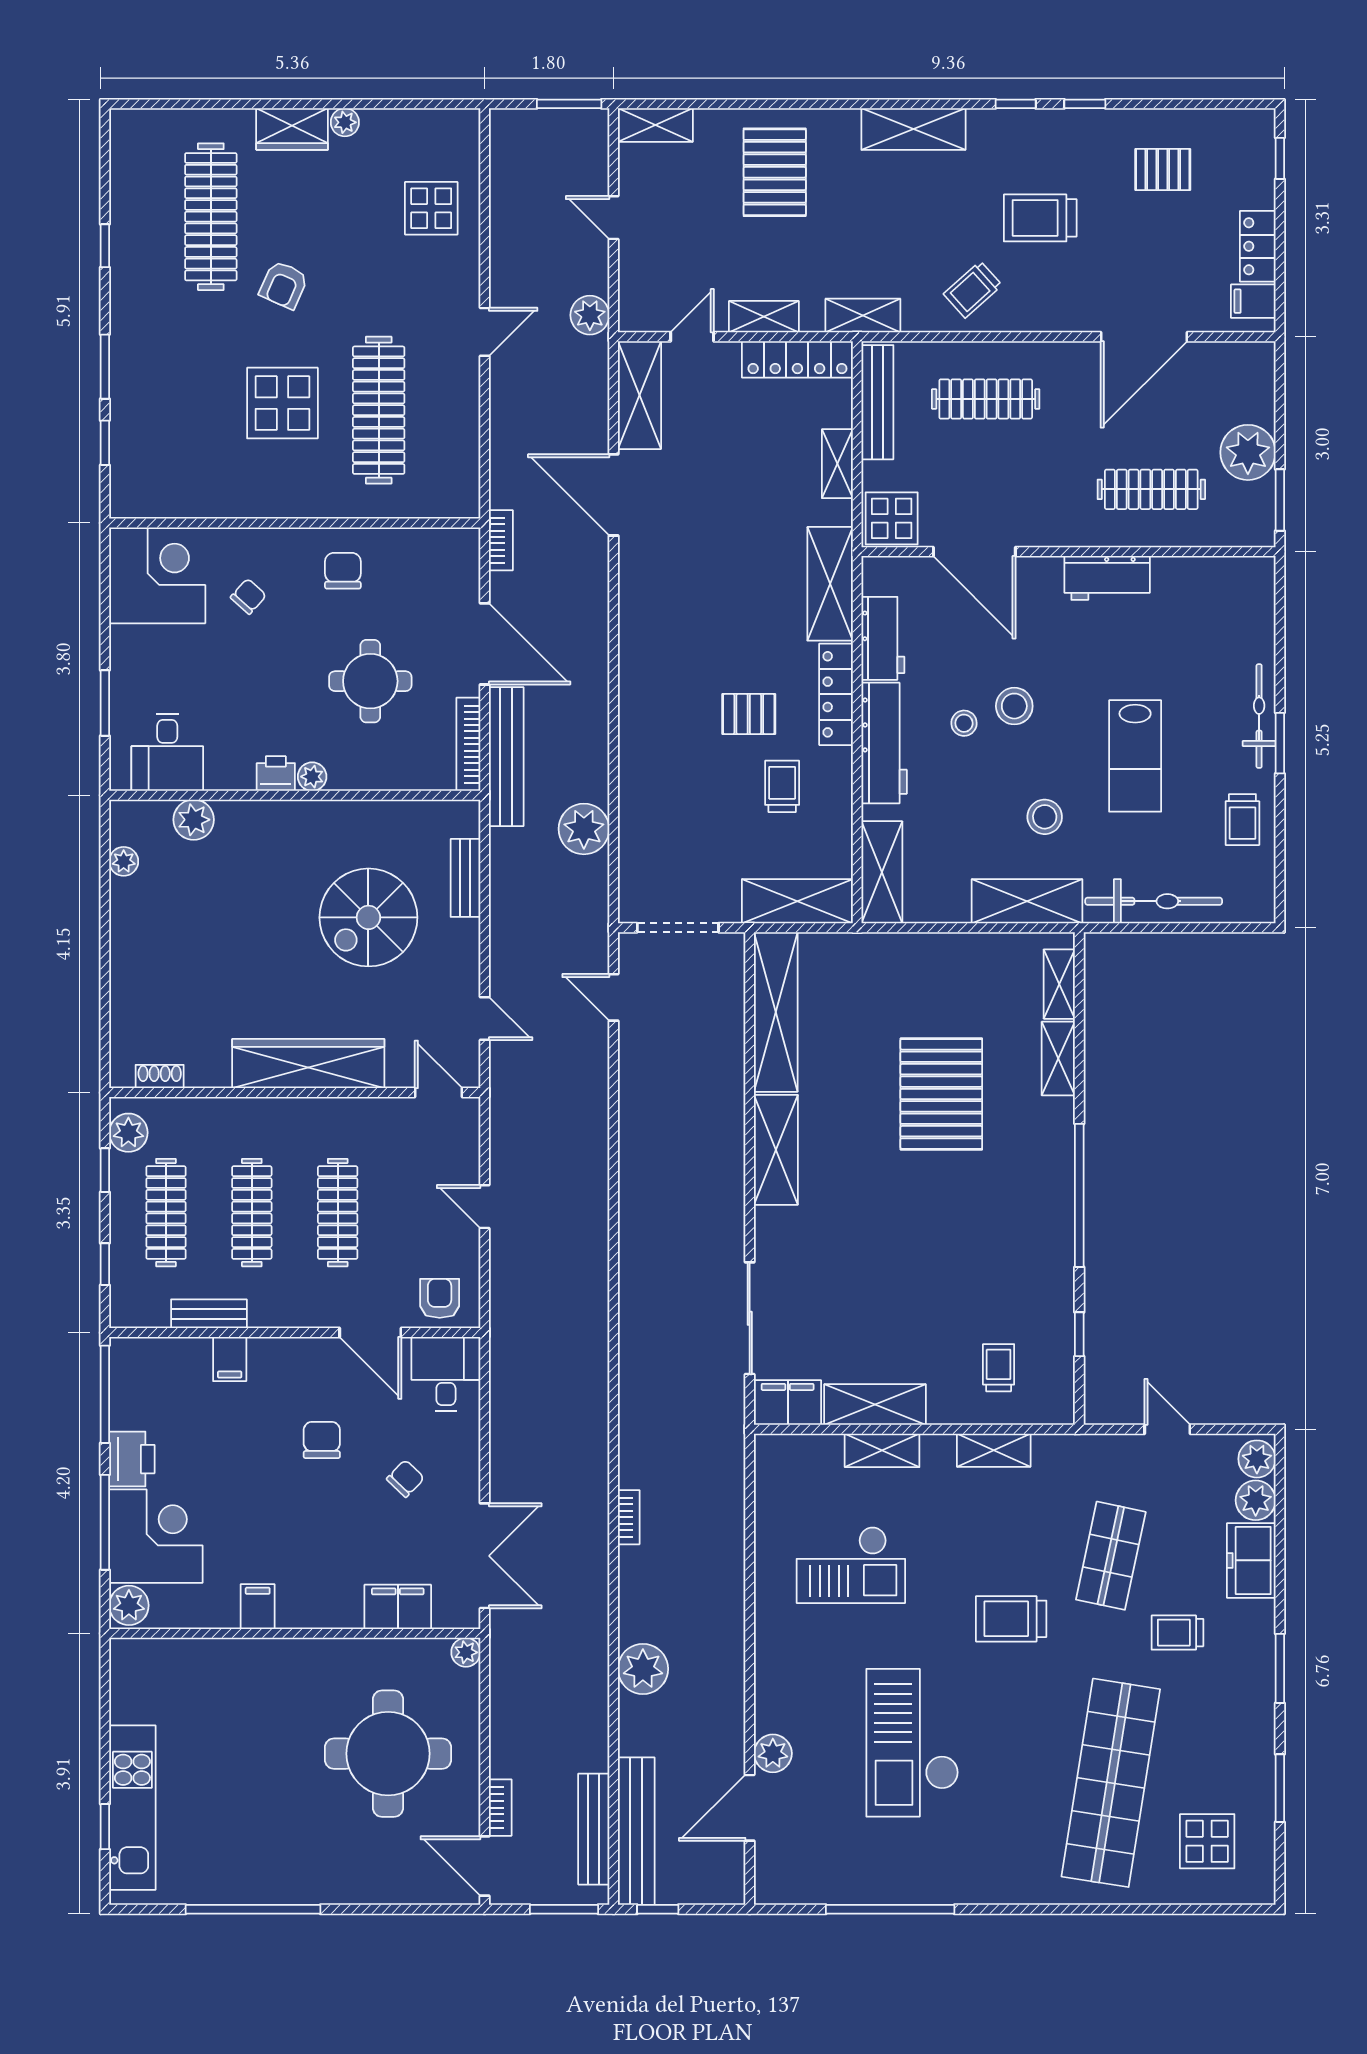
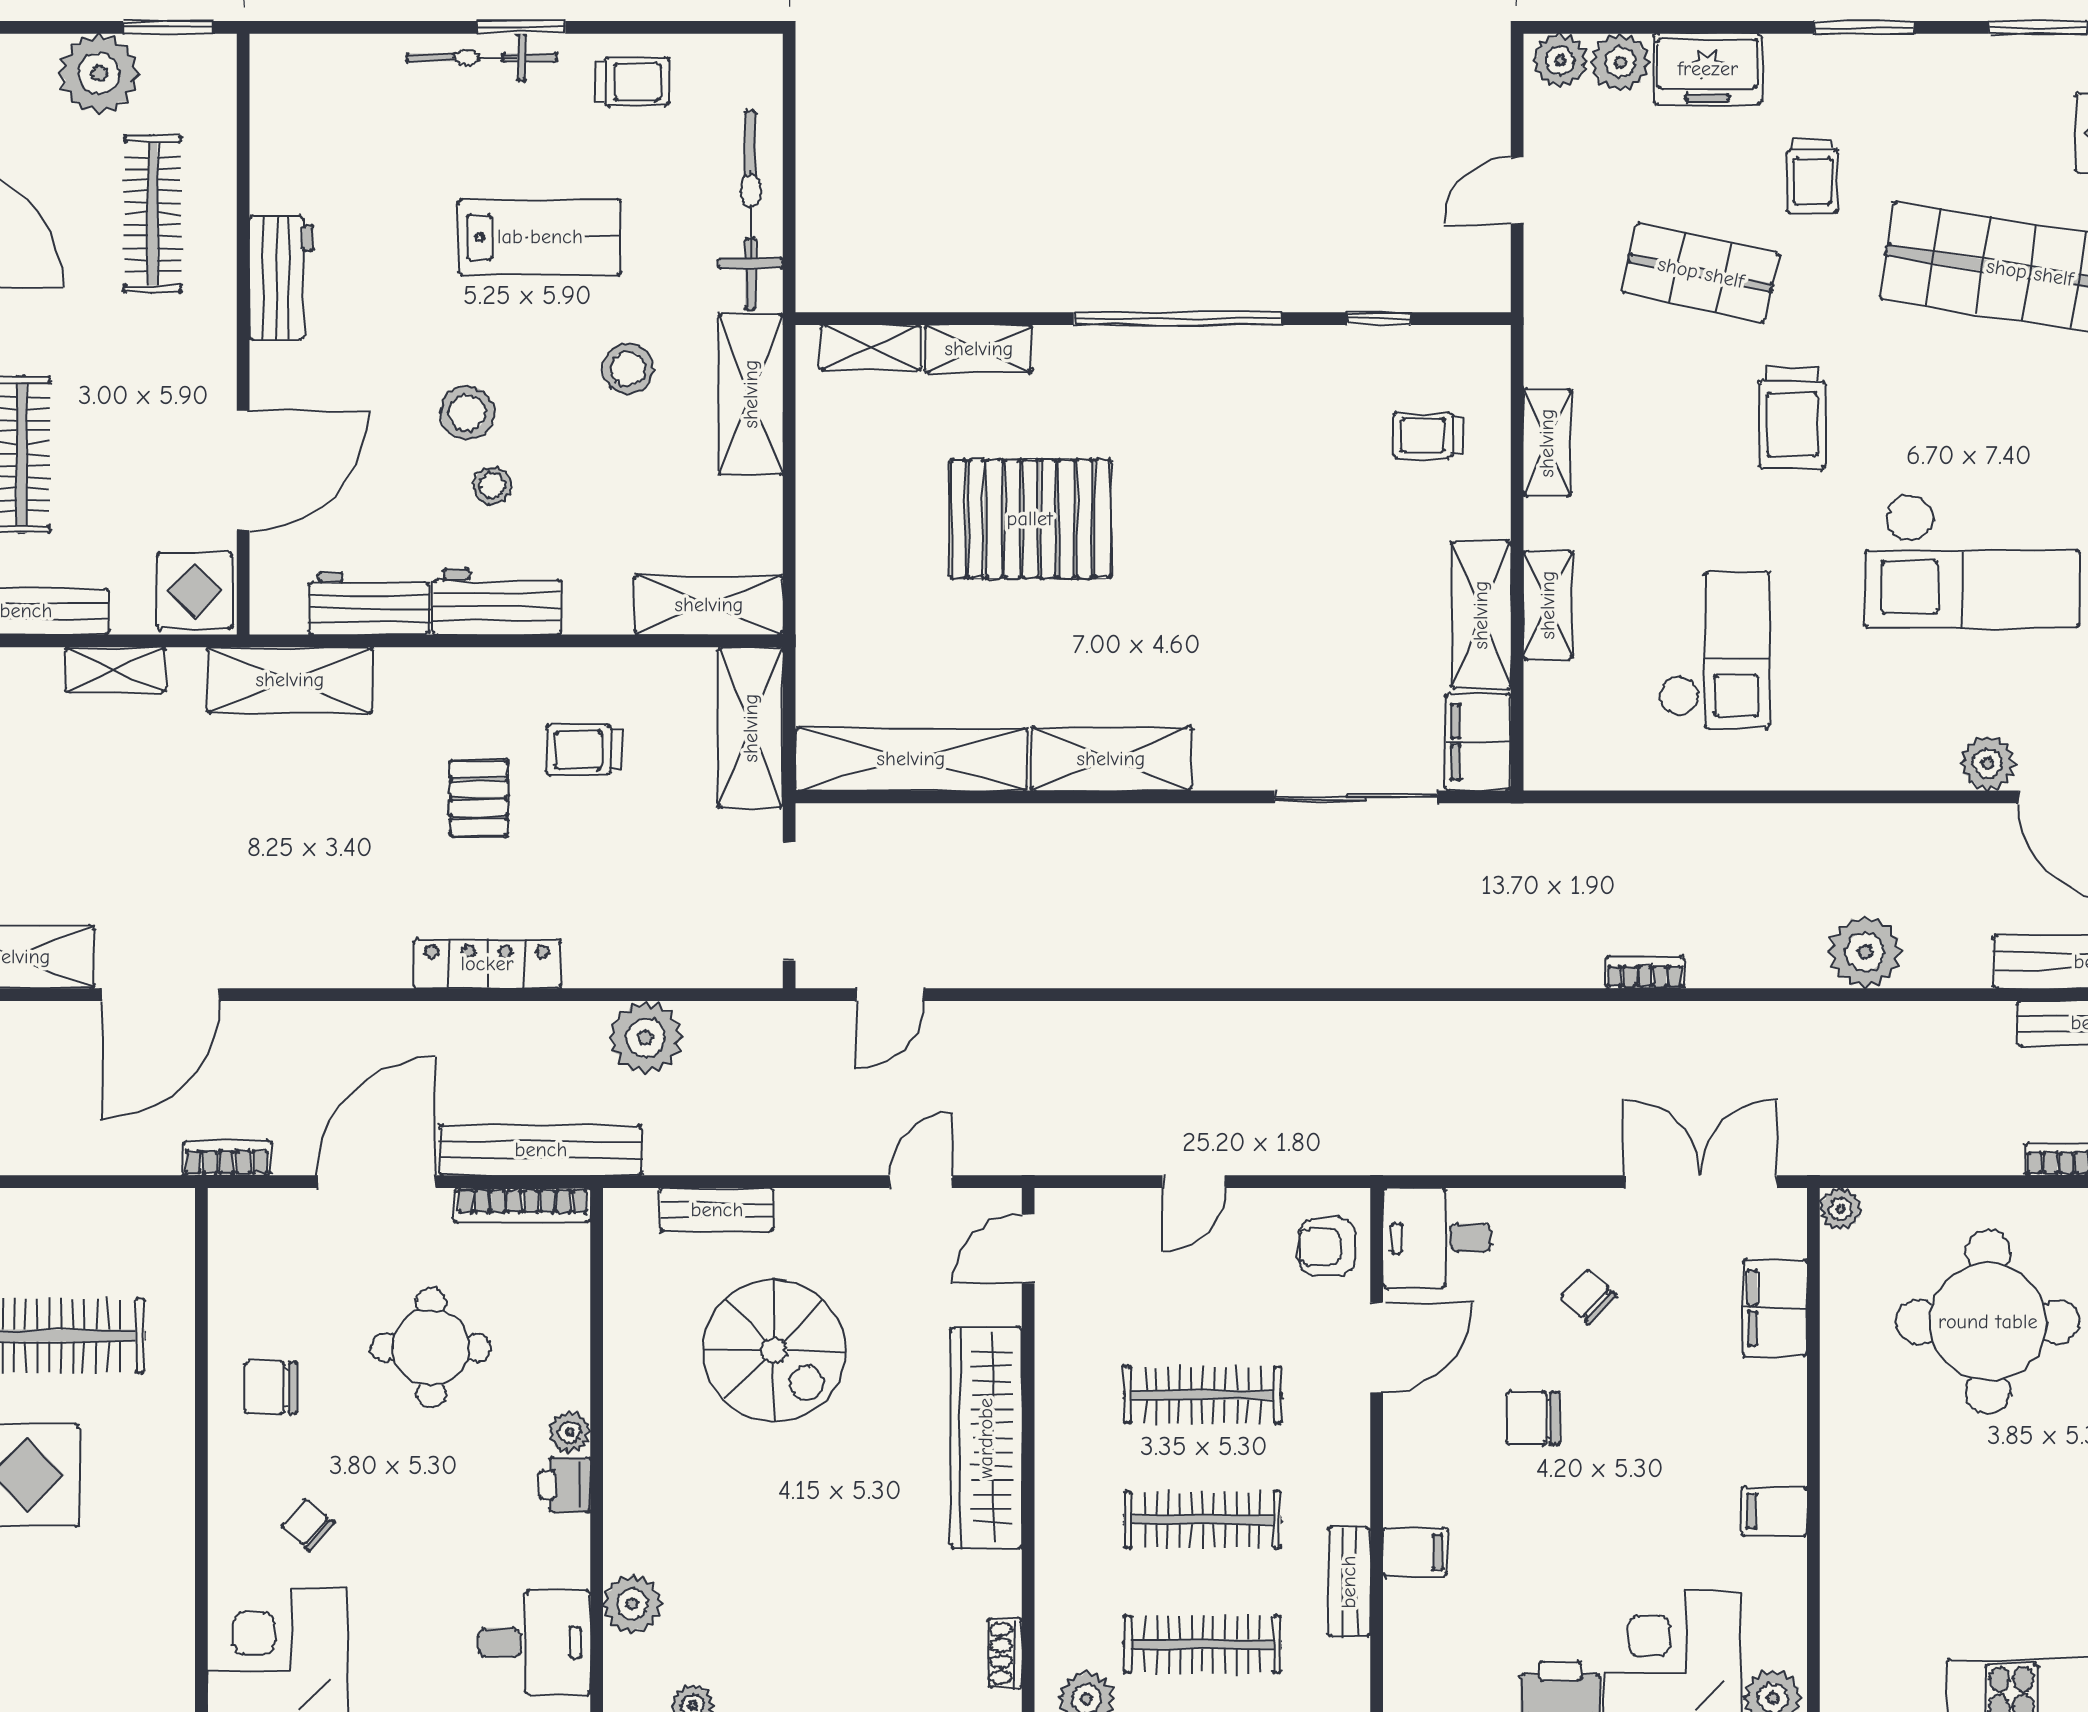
locker: (836, 694) -> (487, 964), moved, turned 180
workbench: (884, 743) -> (497, 602), width x0.73

